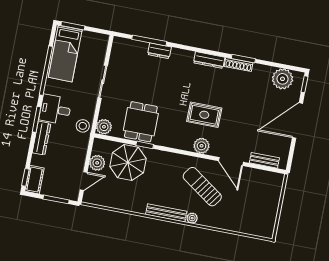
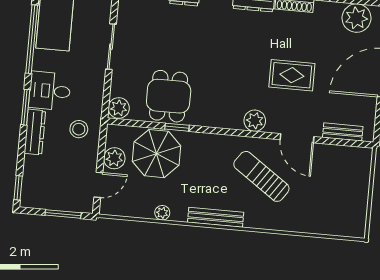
rug: (204, 115) -> (292, 75), moved
stool: (83, 126) -> (79, 129), moved
cot: (34, 180) -> (31, 190), removed
plant: (192, 218) -> (162, 213), moved

